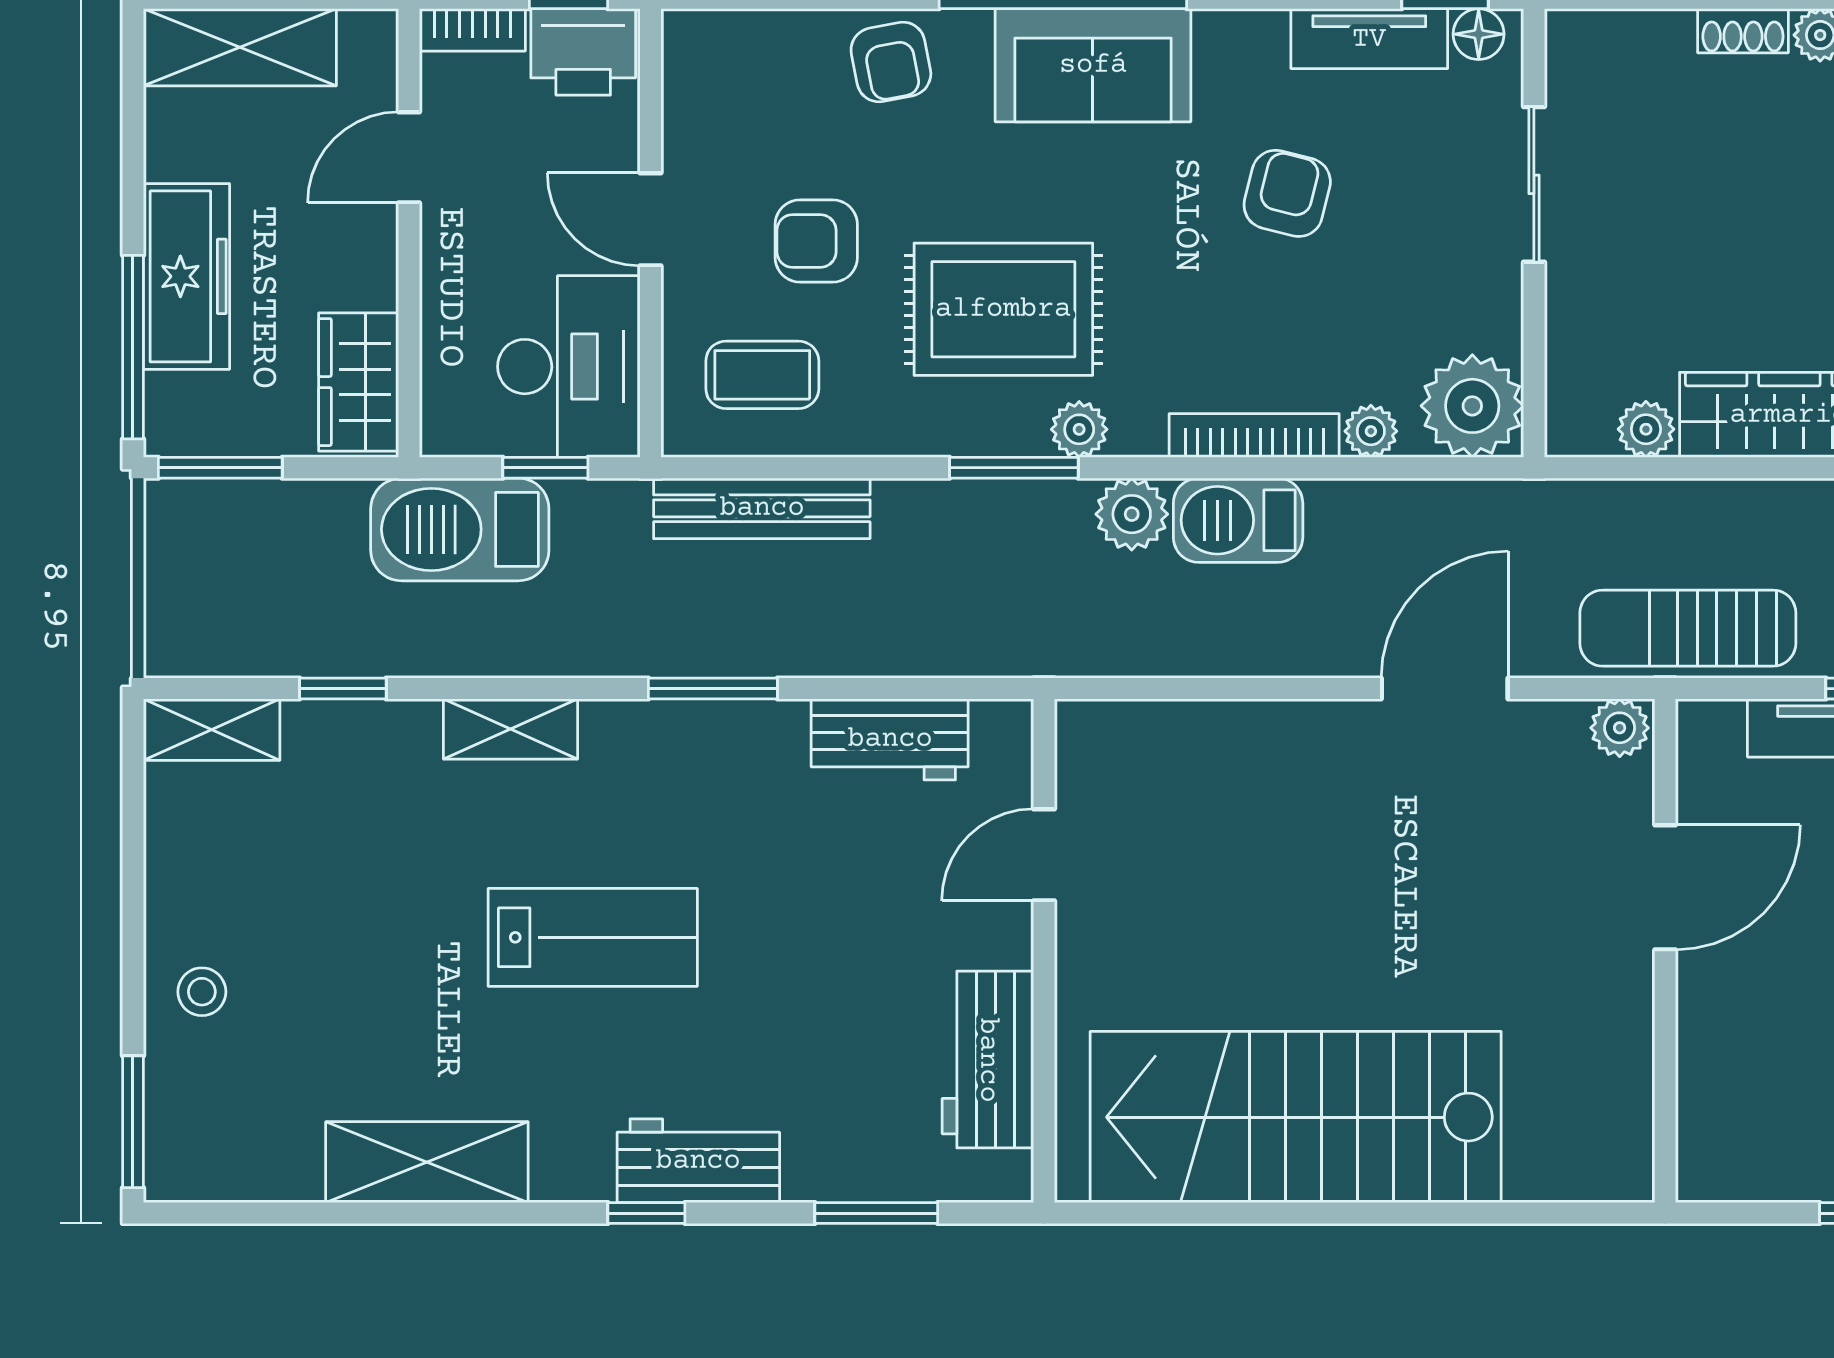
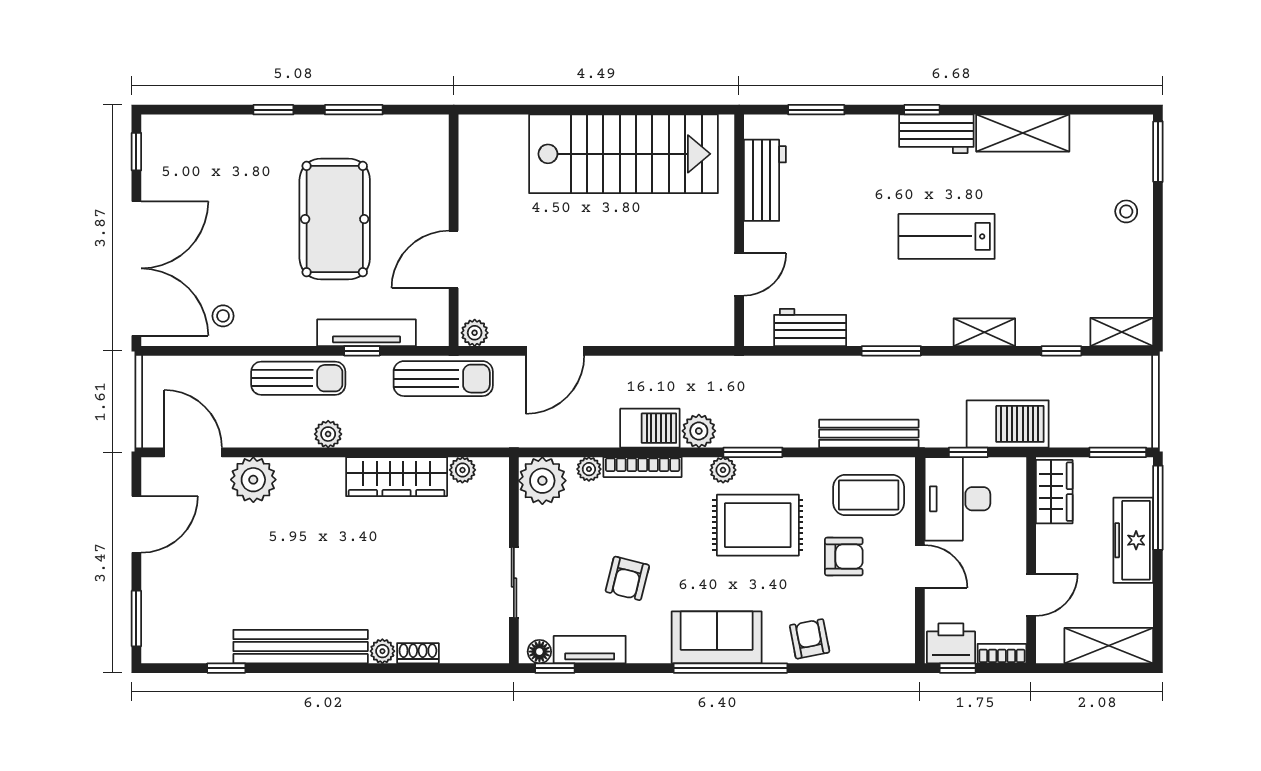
coffee table: (762, 375) -> (869, 495), width x1.36, depth x1.30
workbench: (698, 1161) -> (936, 134), moved

